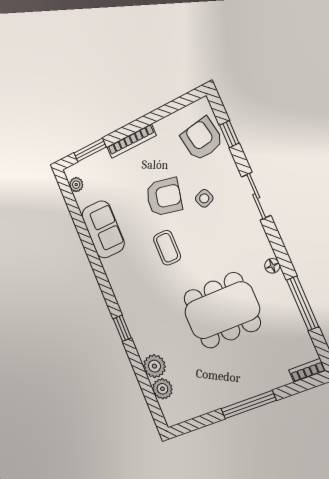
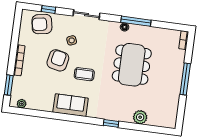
sofa: (103, 229) -> (71, 105), moved
window: (303, 303) -> (136, 21), moved
plant: (162, 389) -> (154, 120), removed

